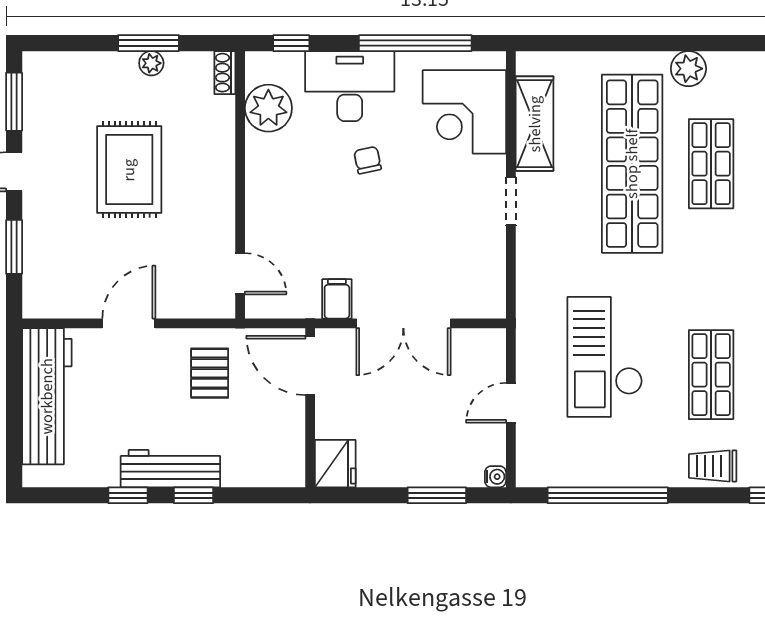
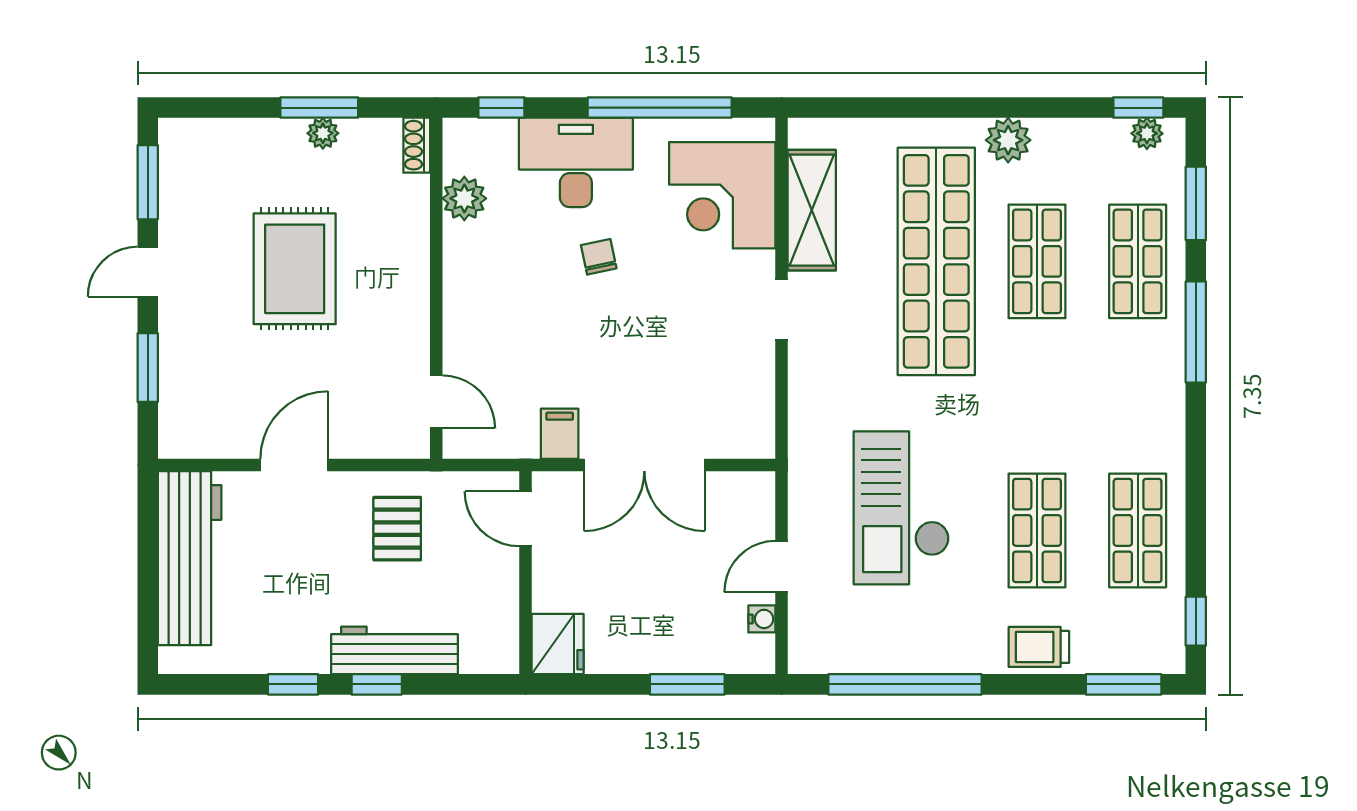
plant: (268, 108) -> (464, 198), width x0.73, depth x0.73
door: (310, 365) -> (526, 519), width x0.73
workbench: (170, 469) -> (394, 650), moved
water cooler: (495, 477) -> (762, 619), moved

